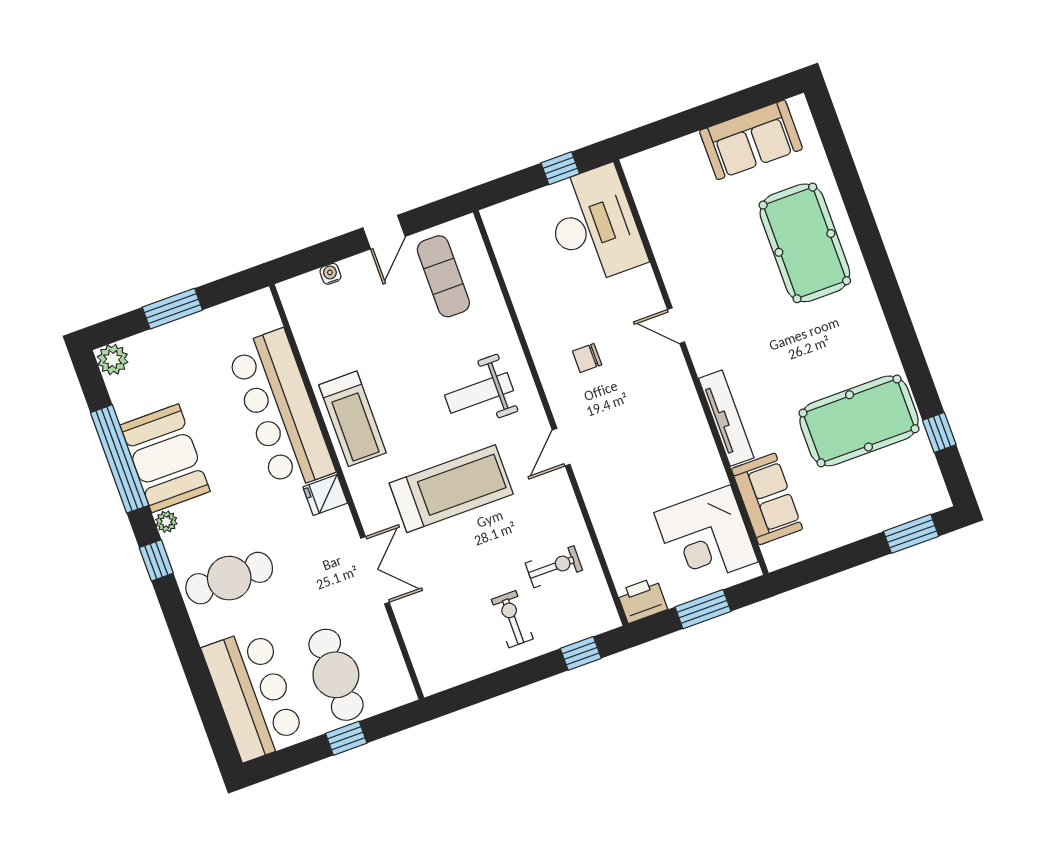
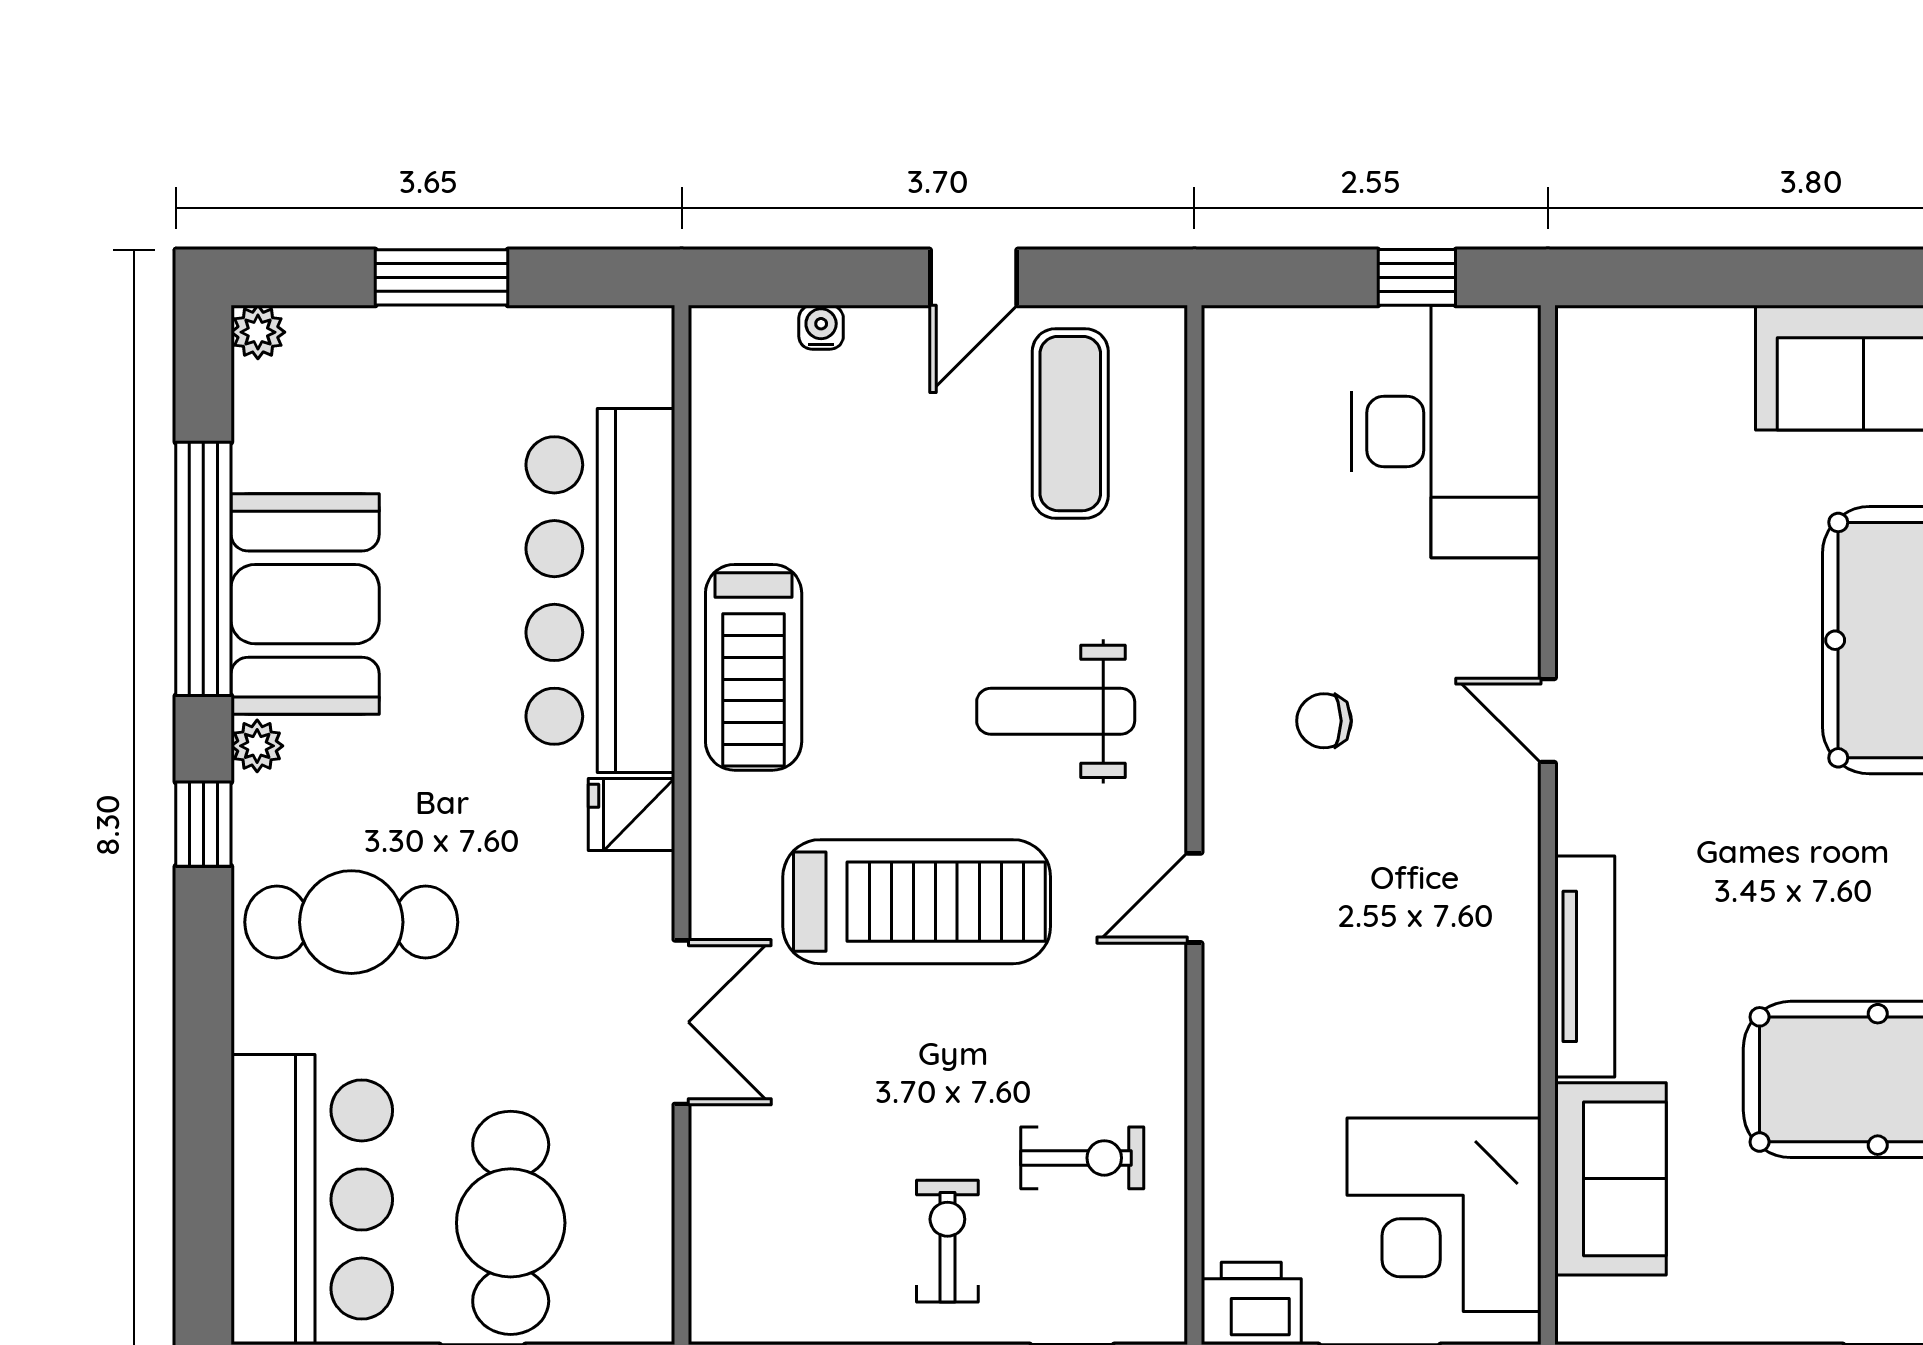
plant: (113, 359) -> (258, 332), width x0.73, depth x0.73

